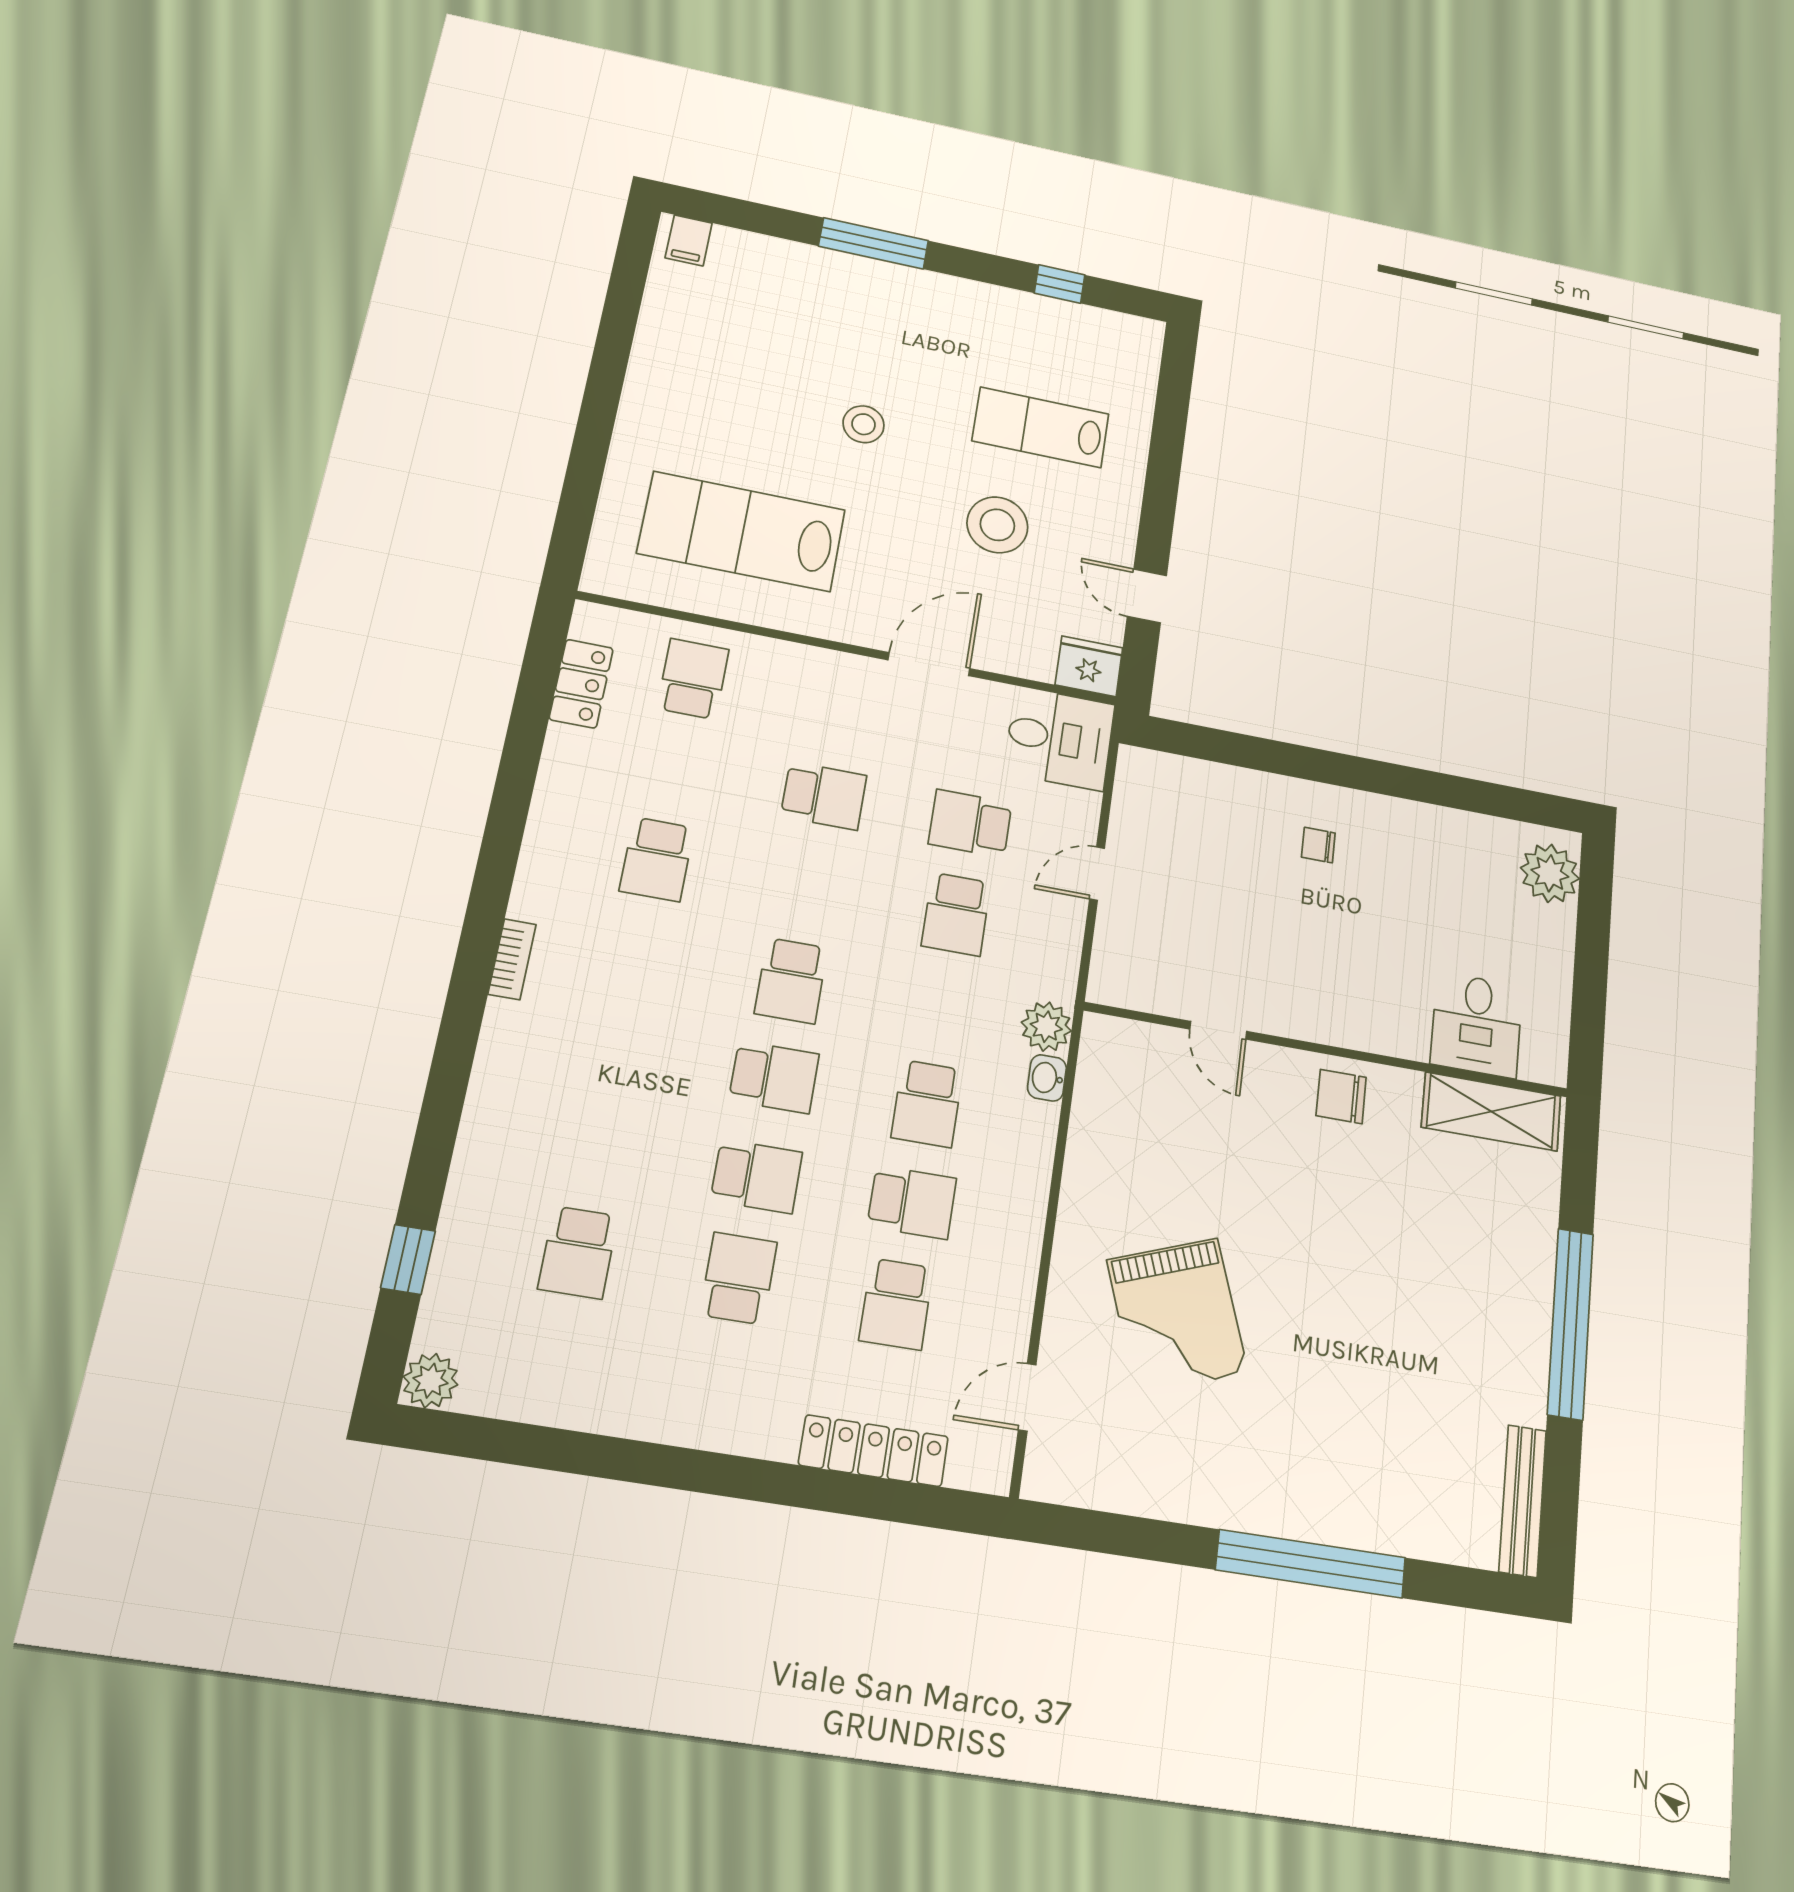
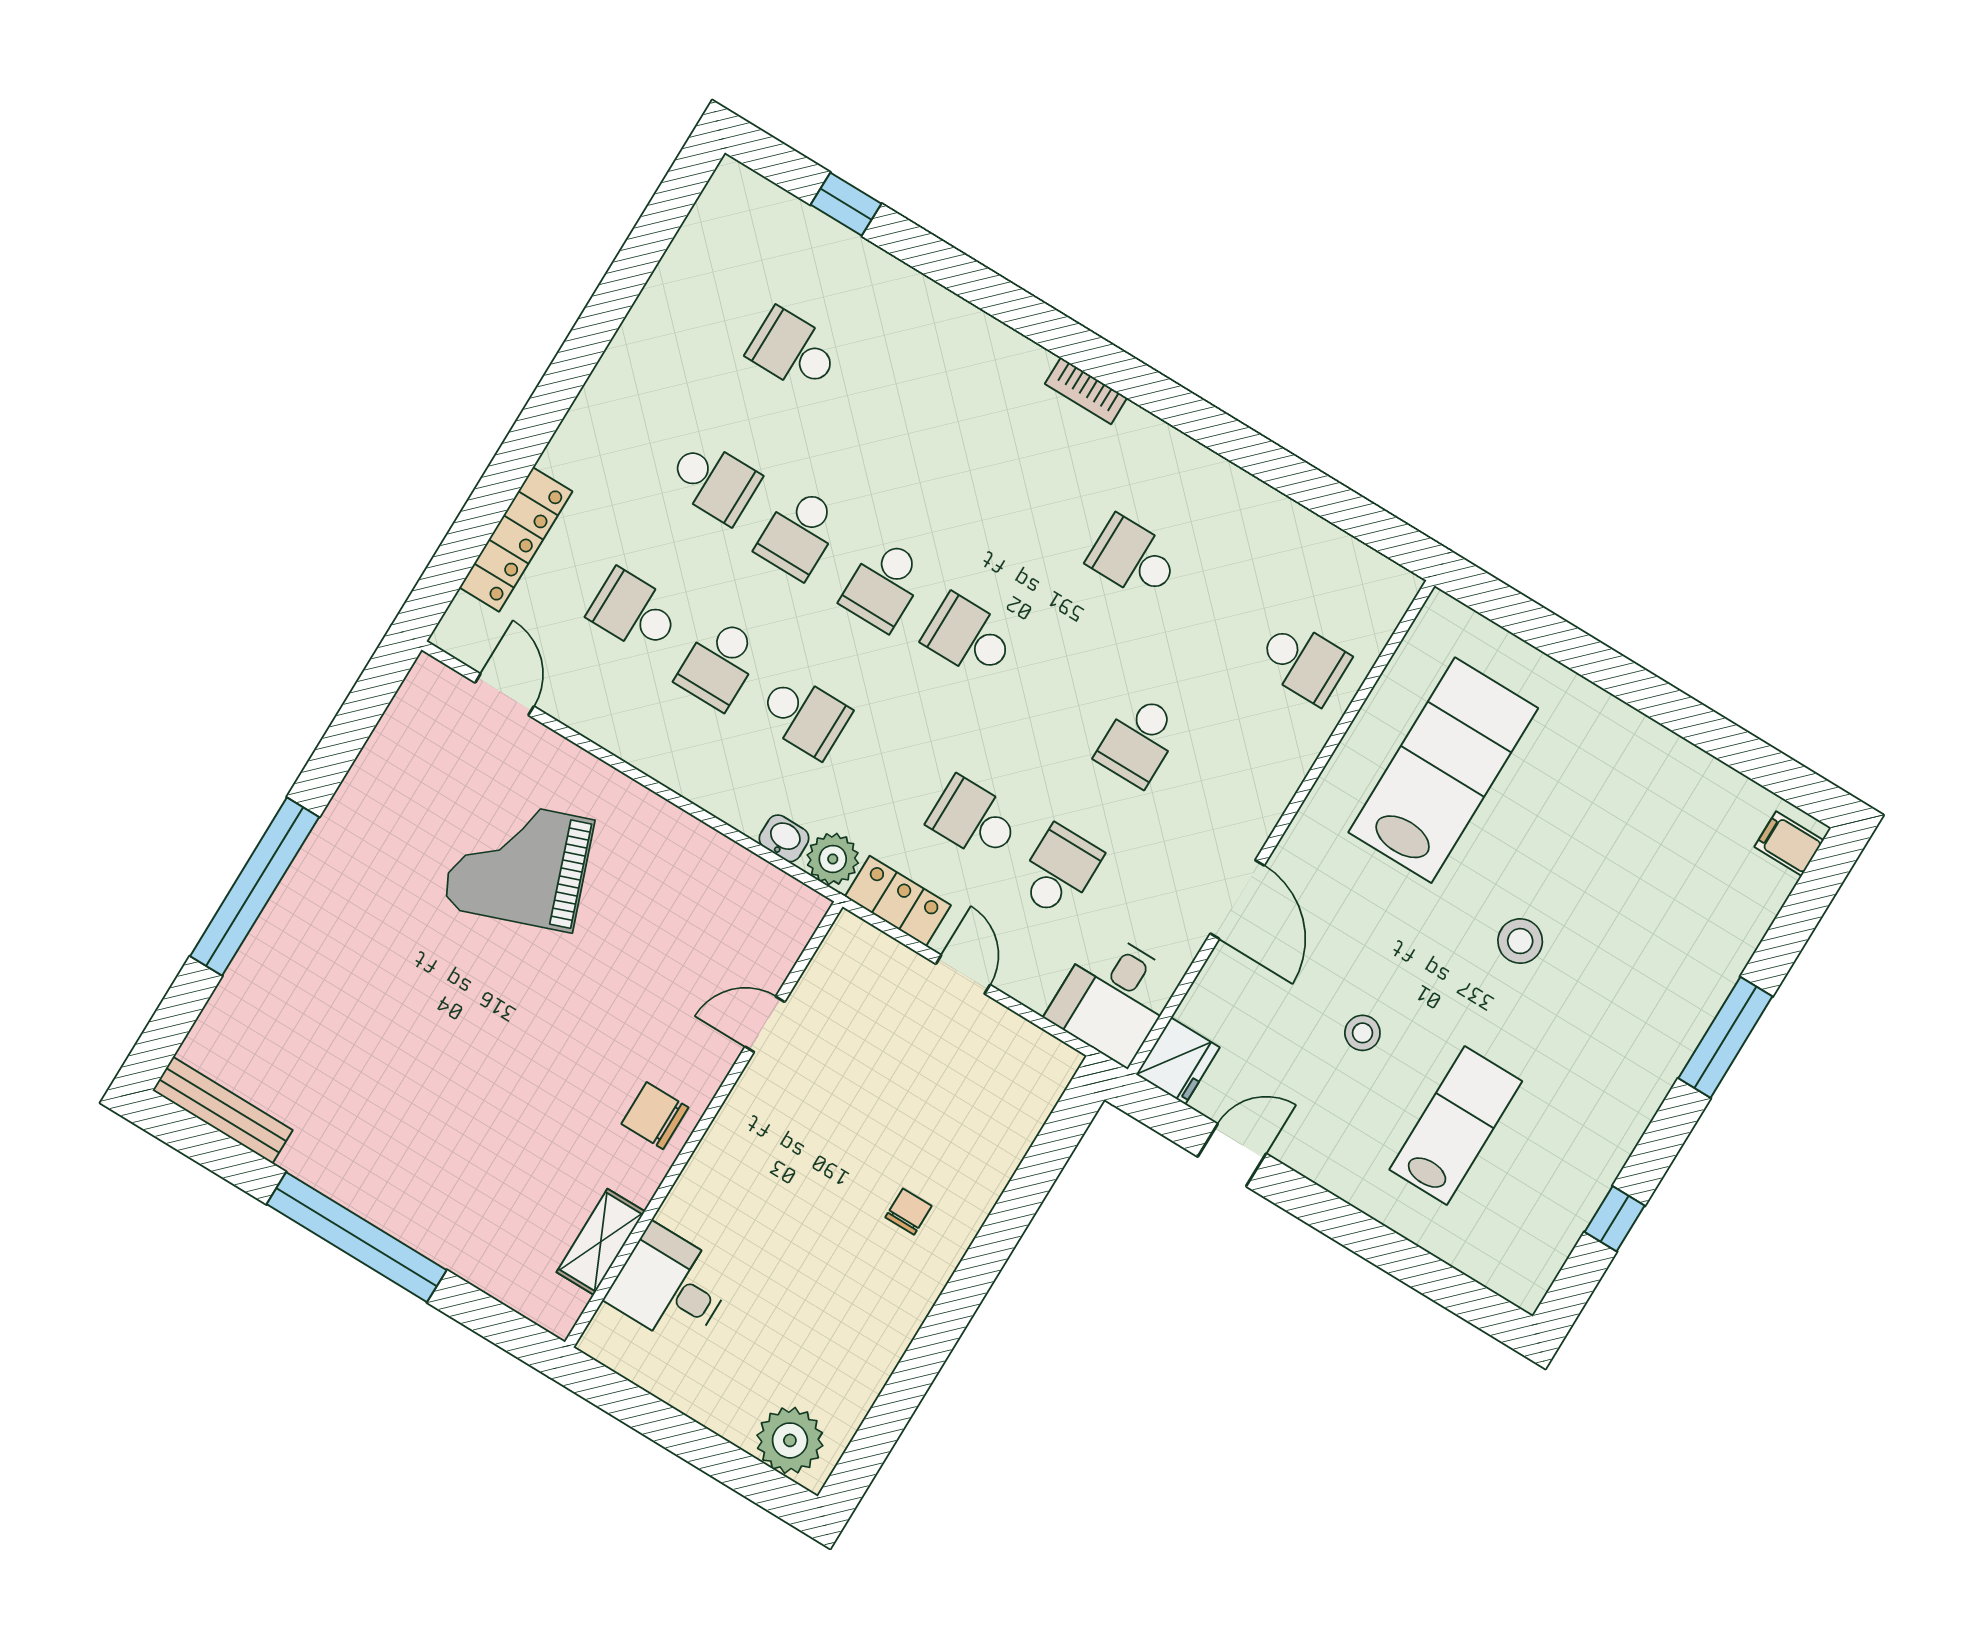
stool: (997, 525) -> (1362, 1033), width x0.53, depth x0.53
locker: (581, 684) -> (898, 901), moved, turned 180
chair: (1341, 1097) -> (655, 1116), turned -90
school desk: (927, 1104) -> (804, 716), turned 180
shelving: (1491, 1112) -> (601, 1242), width x0.67, depth x0.75
plant: (431, 1381) -> (733, 187), removed

